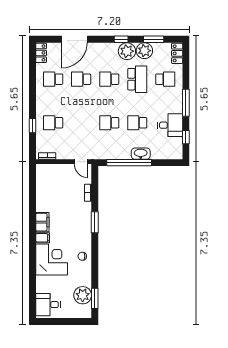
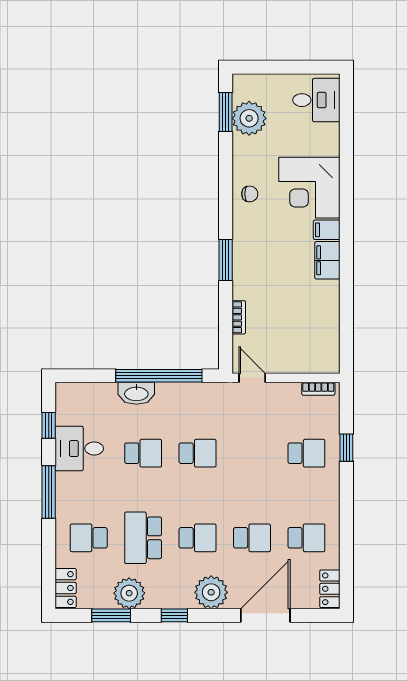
plant: (127, 51) -> (211, 592), moved

